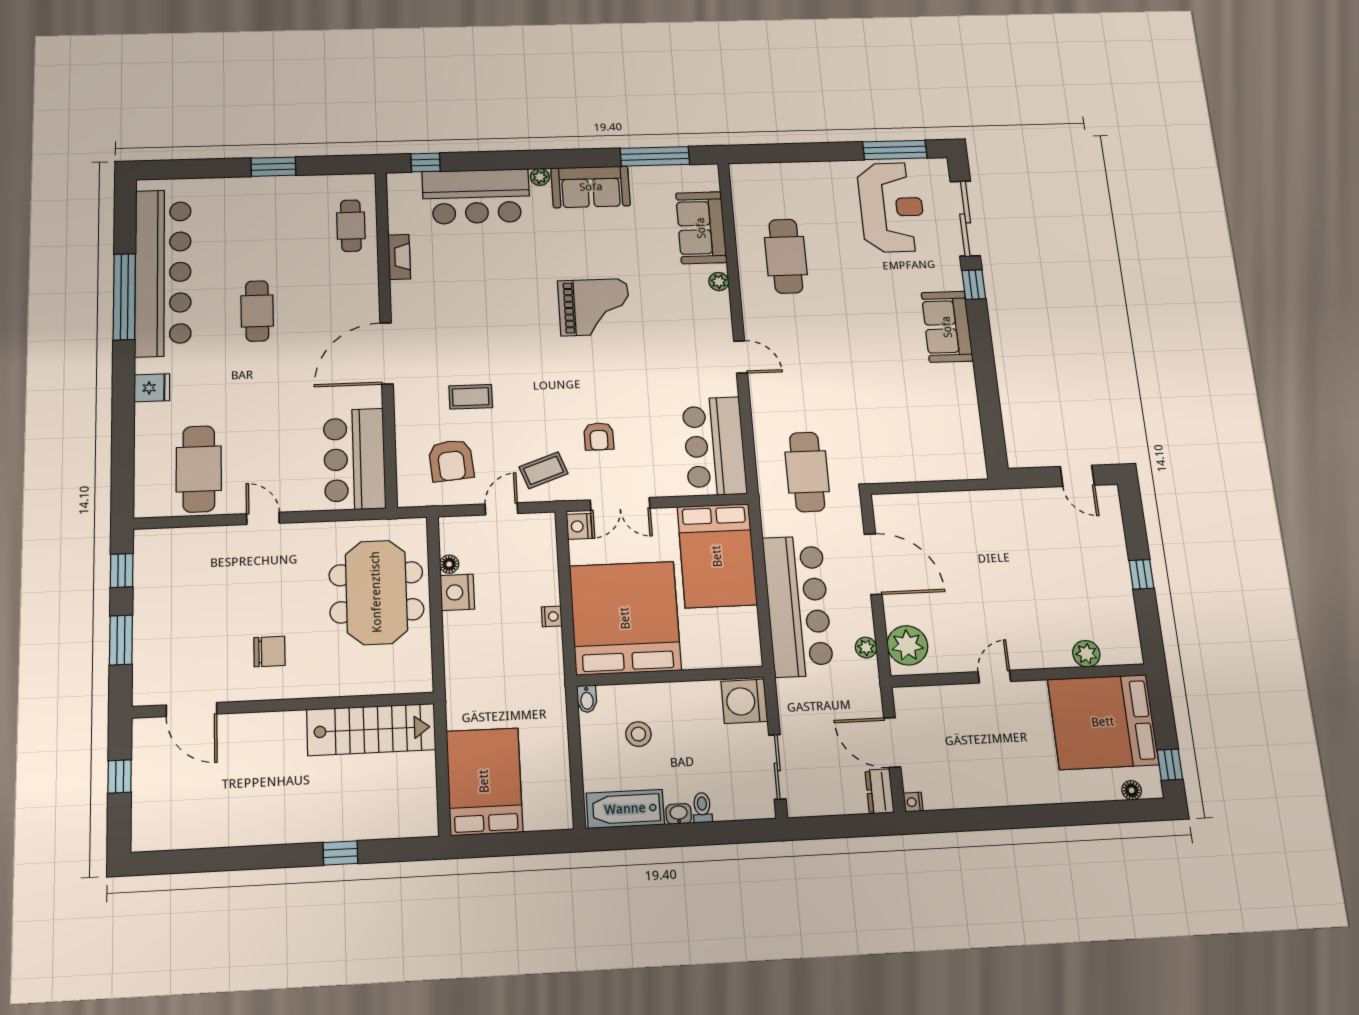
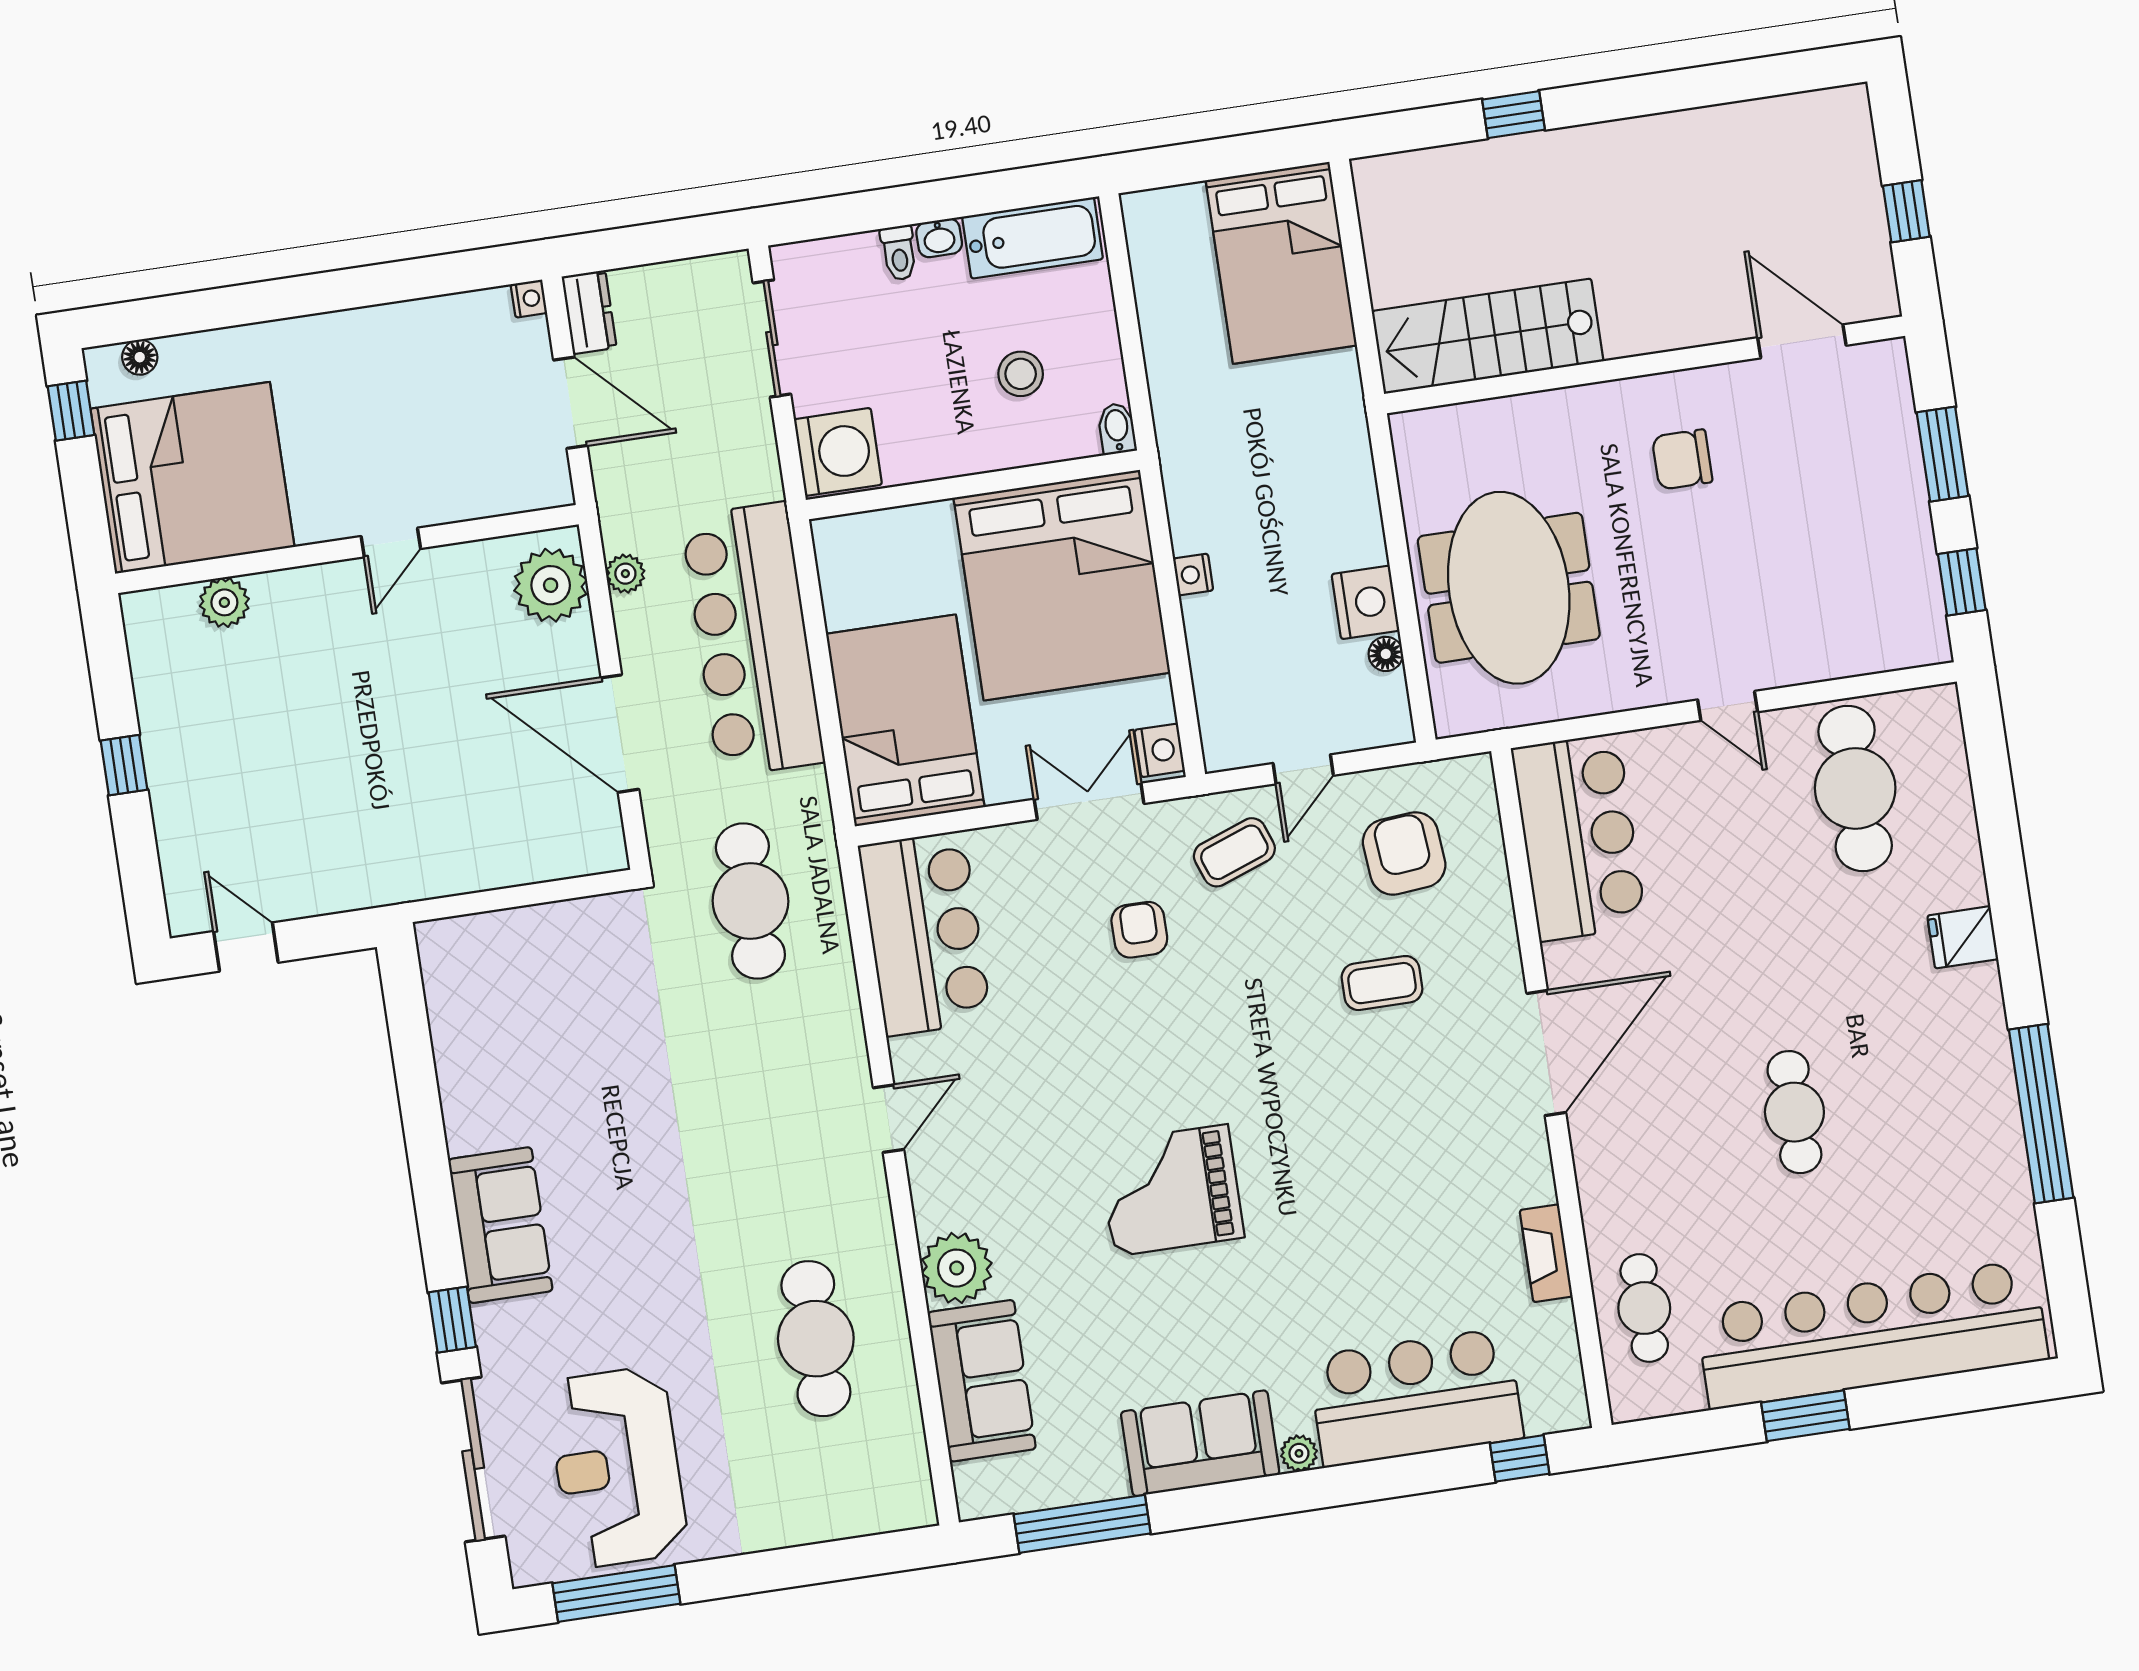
bar counter: (163, 272) -> (1872, 1334), moved, turned 90
plant: (719, 282) -> (957, 1268), width x1.87, depth x1.87
door: (741, 357) -> (888, 1119), swing flipped

